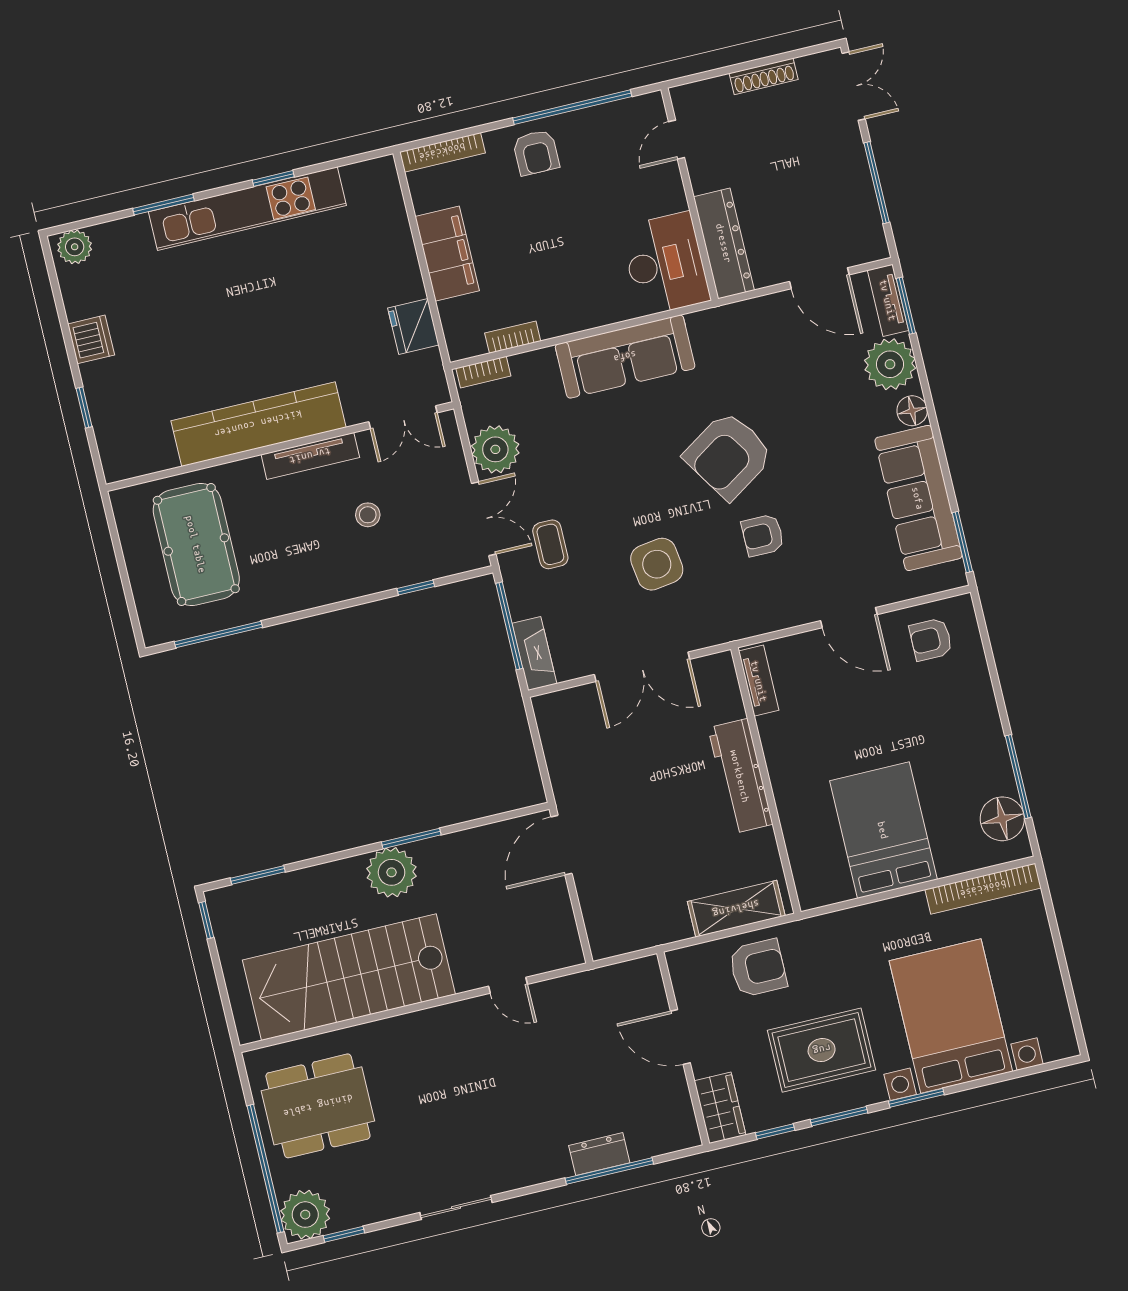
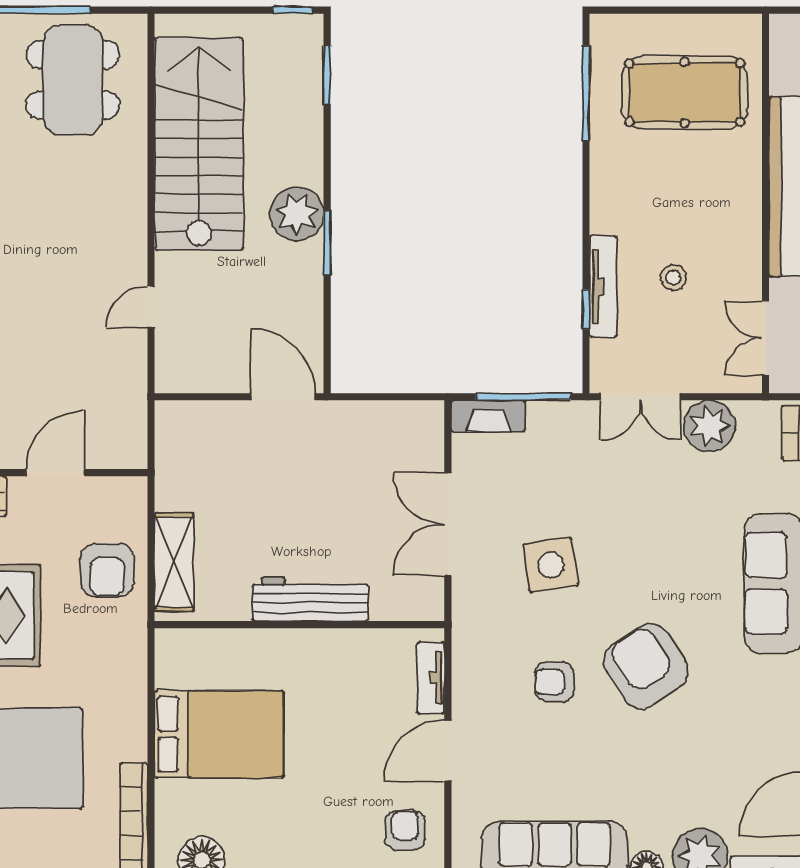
tv unit: (310, 456) -> (603, 286), moved, turned 180
armchair: (763, 535) -> (555, 682), turned -90
coffee table: (550, 544) -> (597, 460), removed
tv unit: (759, 681) -> (431, 678), moved, turned 90

